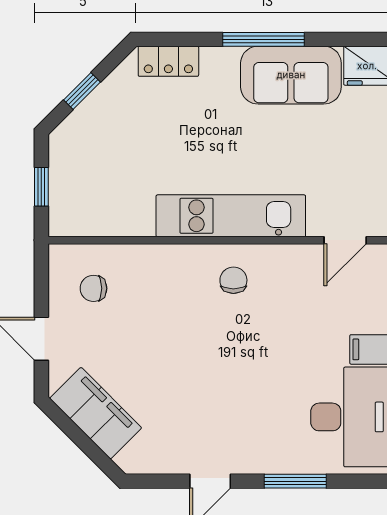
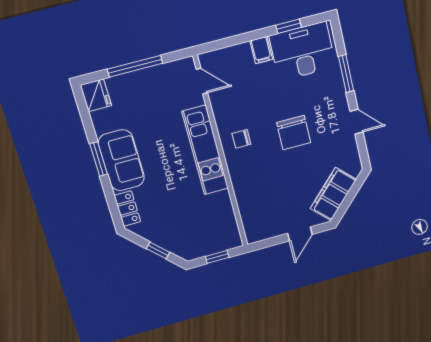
window: (263, 39) -> (99, 159), width x0.69
sofa: (291, 75) -> (121, 160), moved
chair: (93, 288) -> (294, 133), moved, width x1.87, depth x1.87

